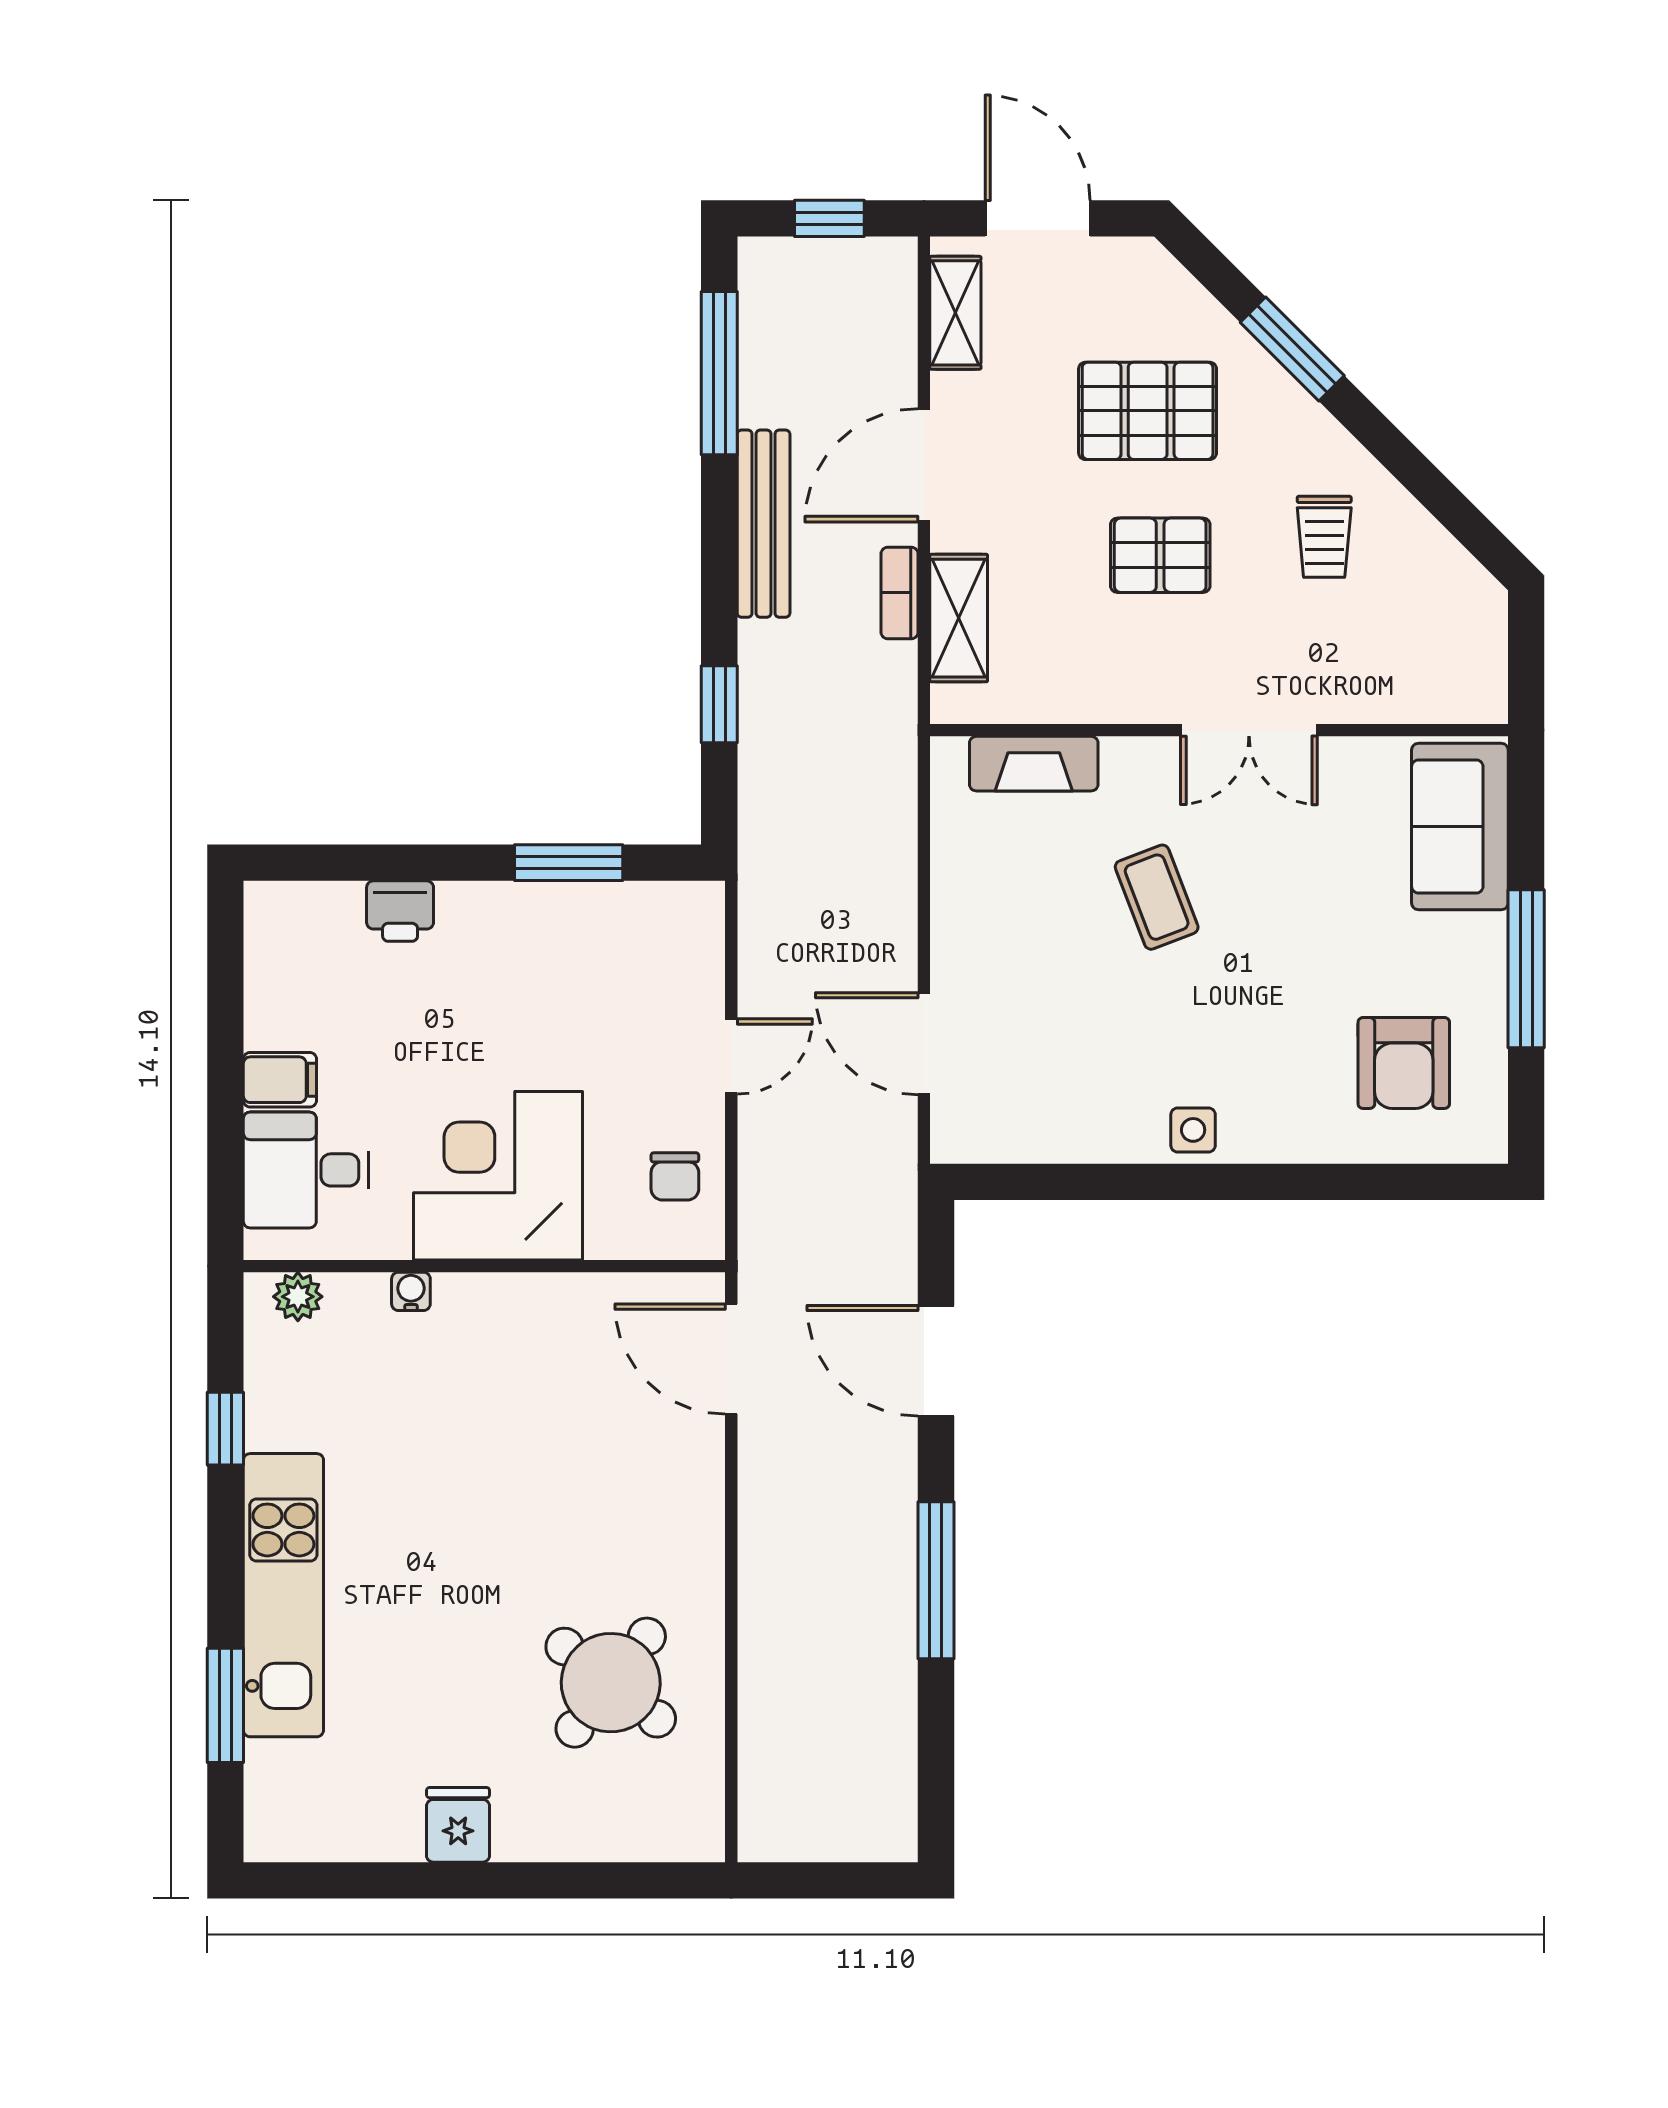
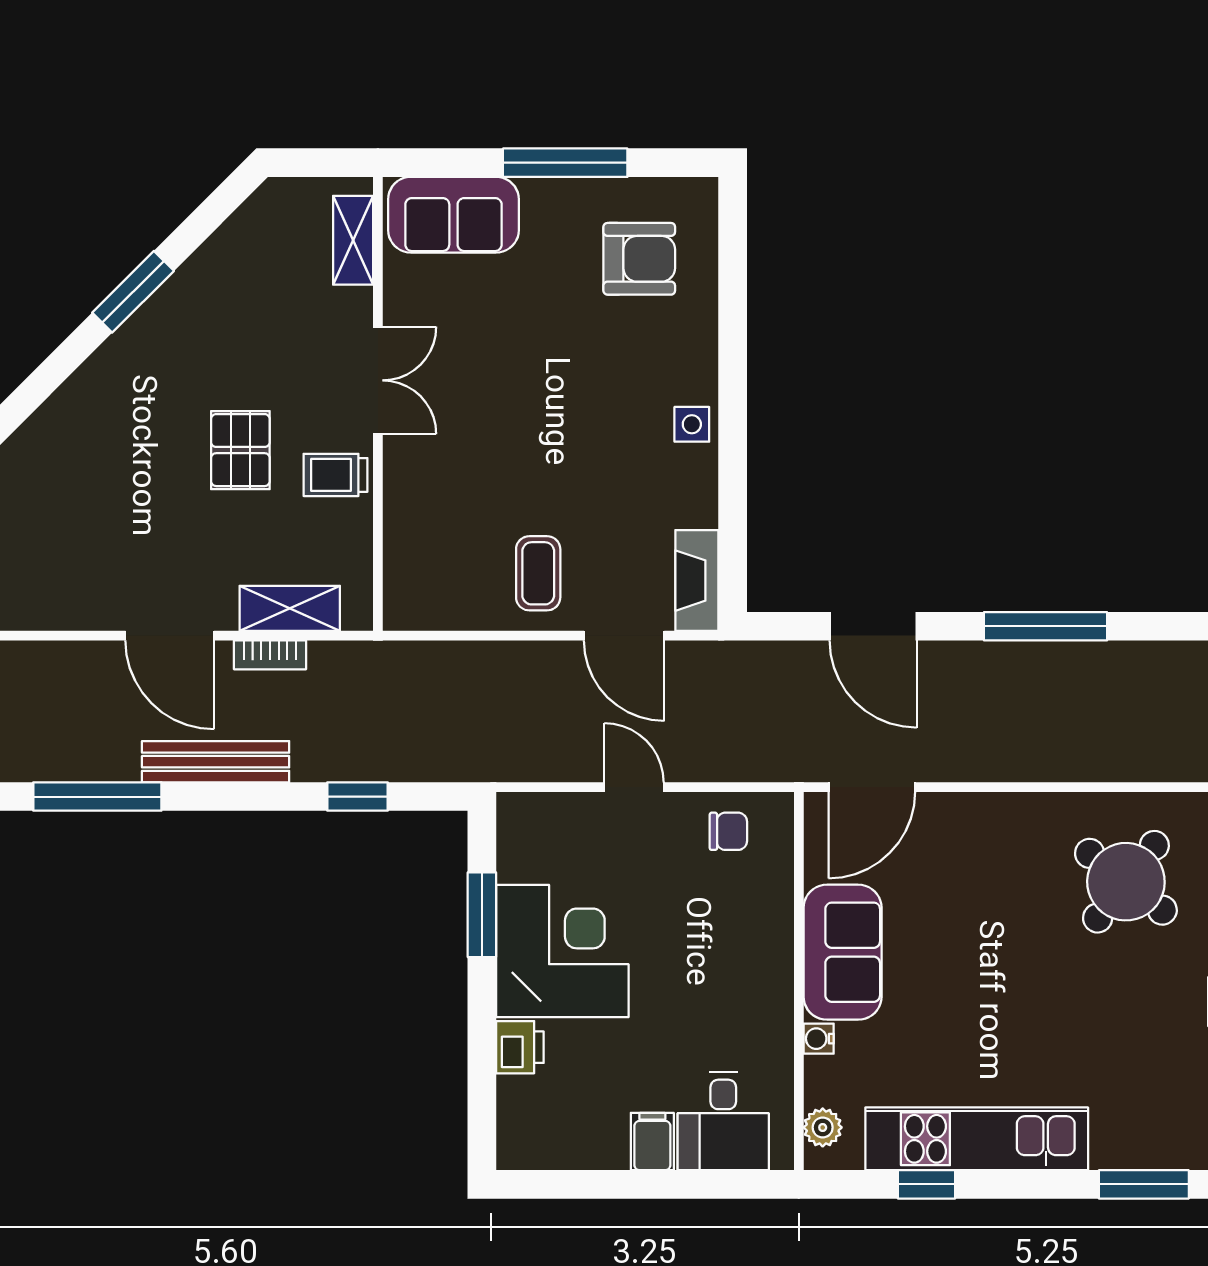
shelving: (955, 313) -> (353, 240), moved, turned 90
window: (1292, 349) -> (133, 292), moved
pallet: (1148, 411) -> (127, 460), removed
trolley: (1324, 537) -> (335, 475), moved, turned 180
fireplace: (1034, 764) -> (697, 581), moved, turned 180
coffee table: (1157, 897) -> (538, 573), moved, turned -69
door: (924, 1044) -> (624, 636), hinge flipped
corner desk: (498, 1176) -> (562, 951), moved, turned 180
sofa: (521, 1322) -> (843, 952), added
door: (936, 1361) -> (873, 626), hinge flipped
kitchen unit: (283, 1595) -> (977, 1139), moved

